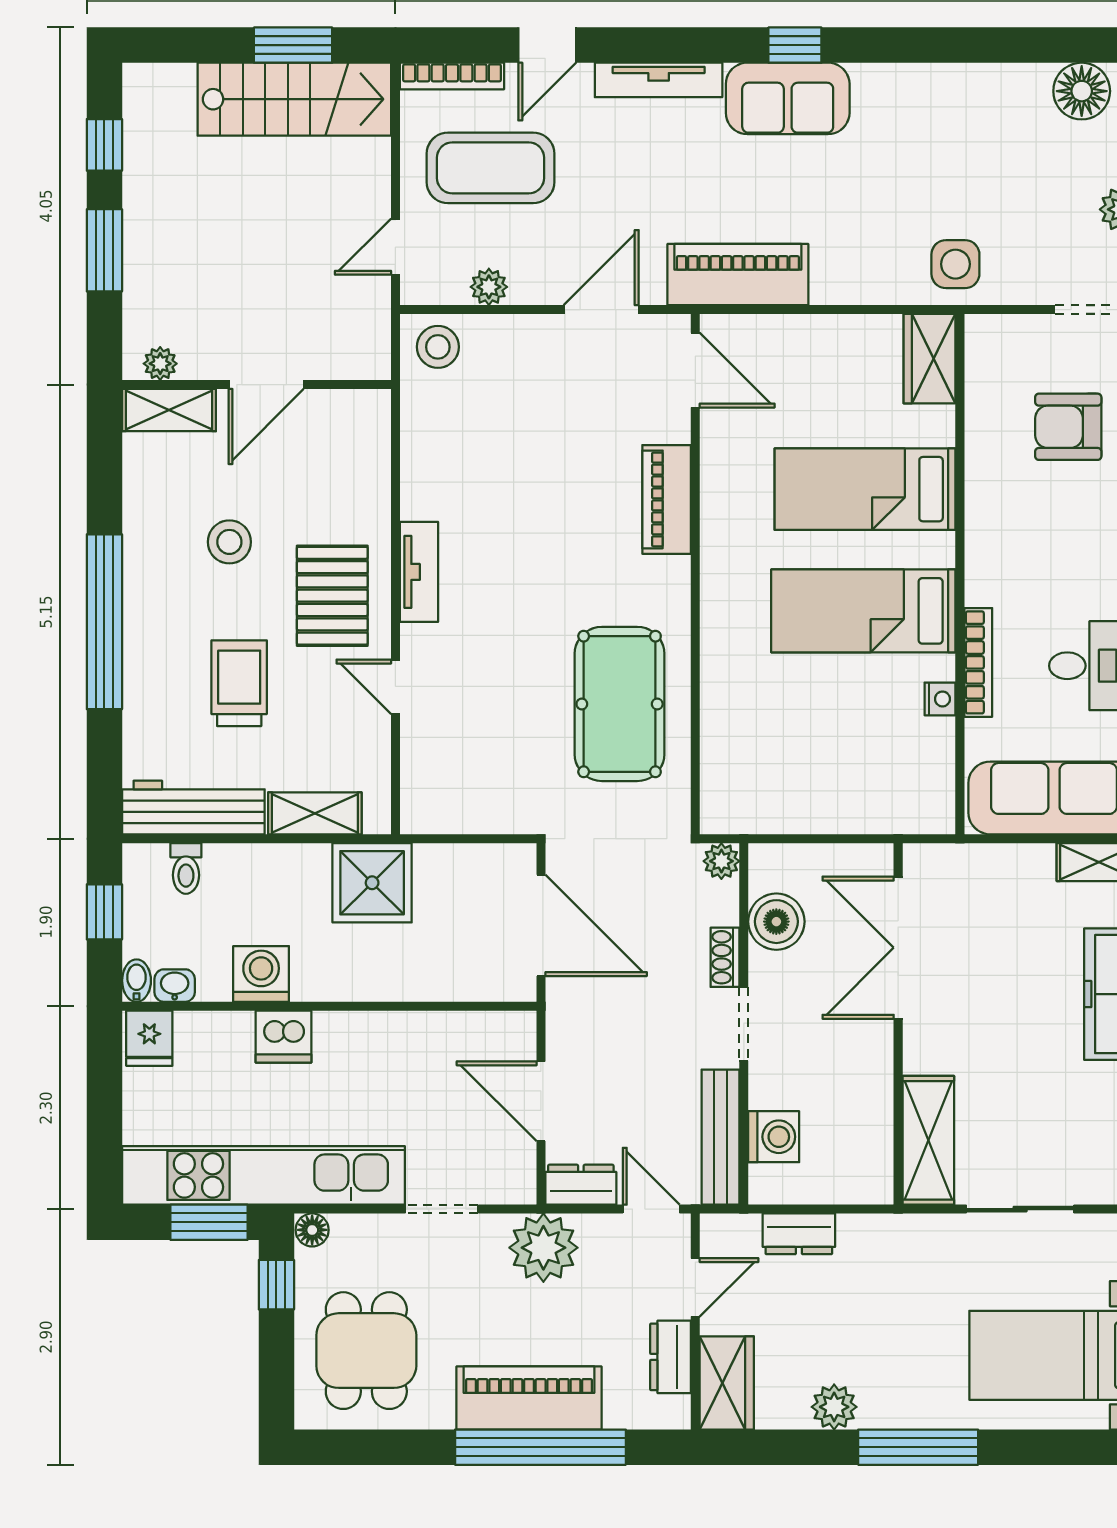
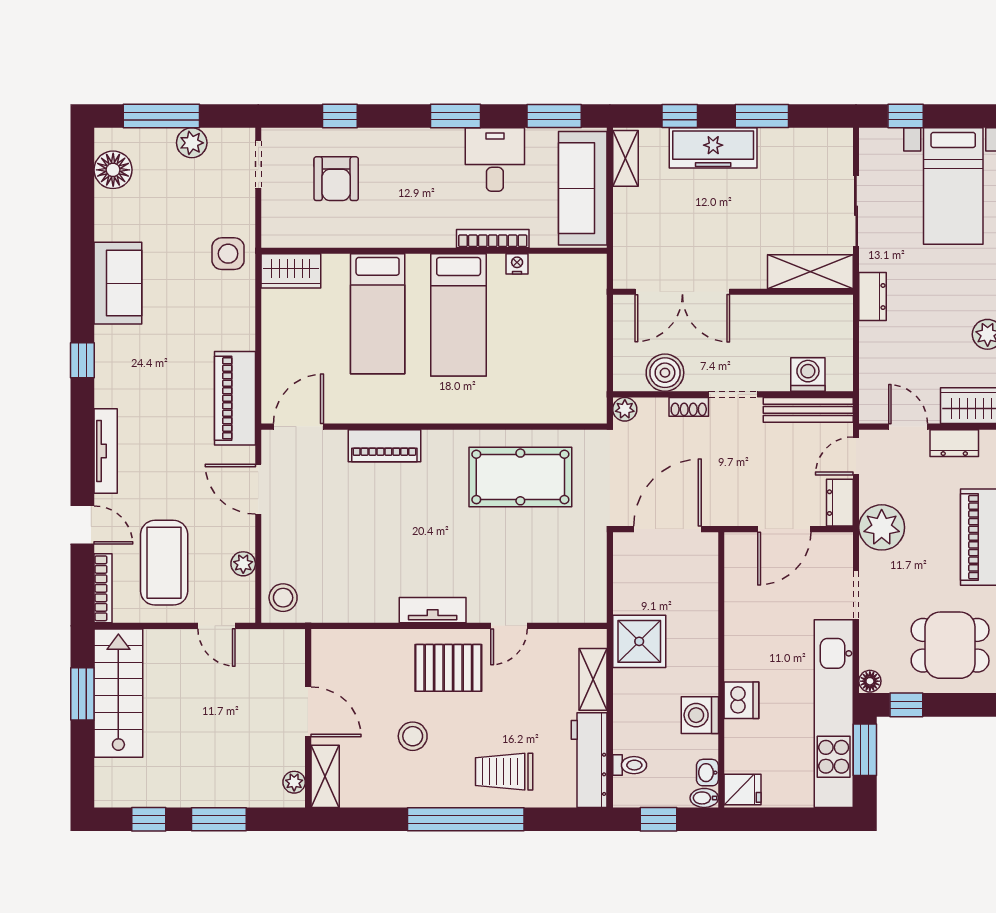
sofa: (788, 98) -> (118, 283), moved
trolley: (239, 683) -> (504, 772), moved
dresser: (799, 1234) -> (872, 297), moved

